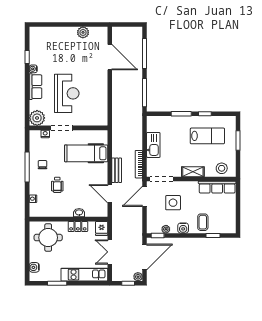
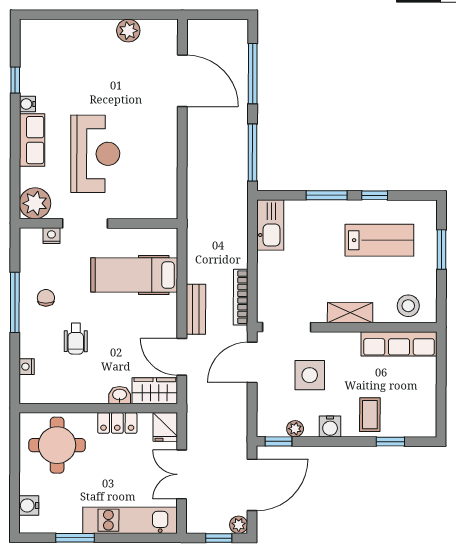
kitchen sink: (153, 145) -> (270, 225), moved
wardrobe: (96, 211) -> (155, 391), added

